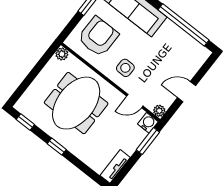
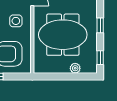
plant: (62, 54) -> (75, 68), moved

